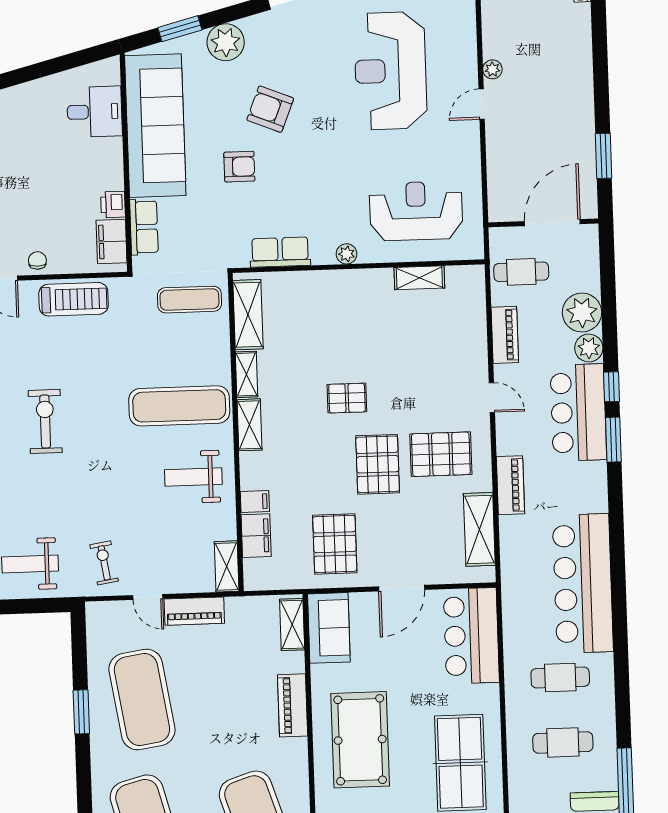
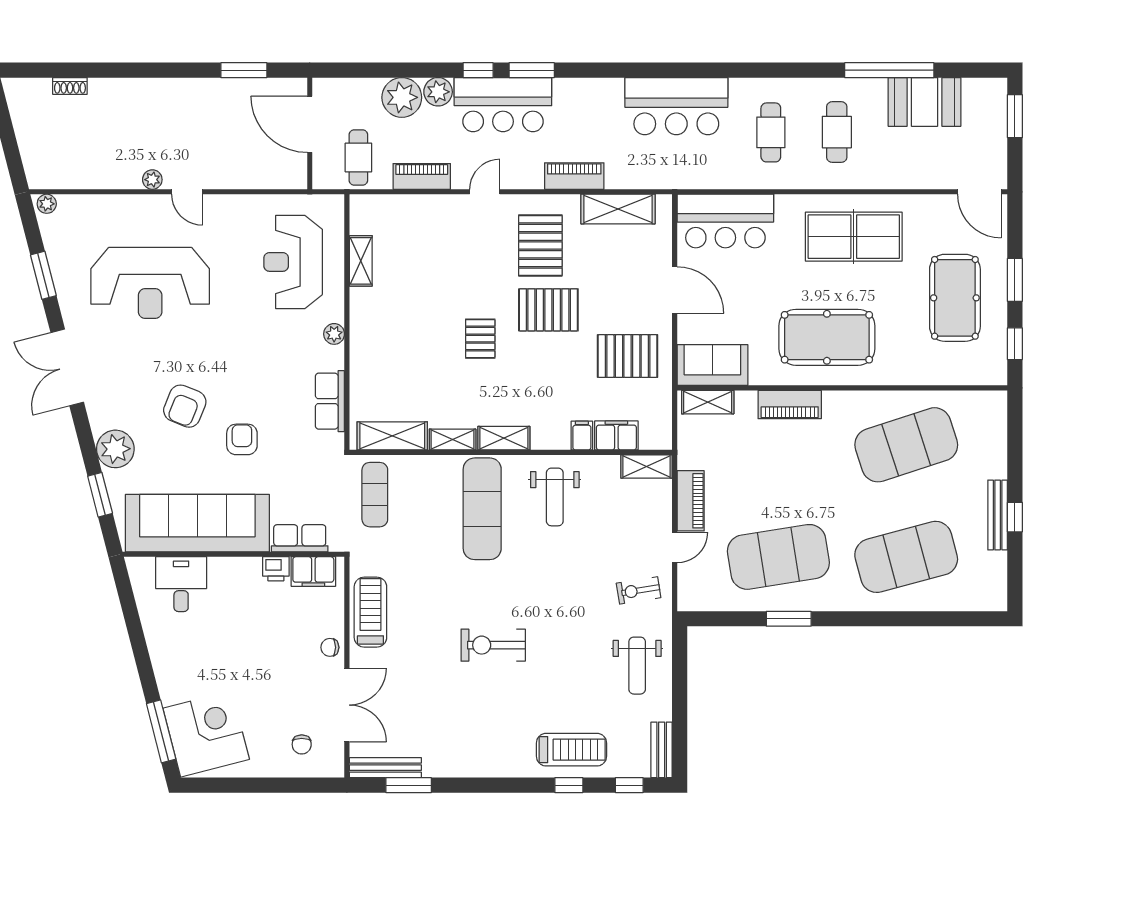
bar counter: (583, 583) -> (676, 106), width x0.73

